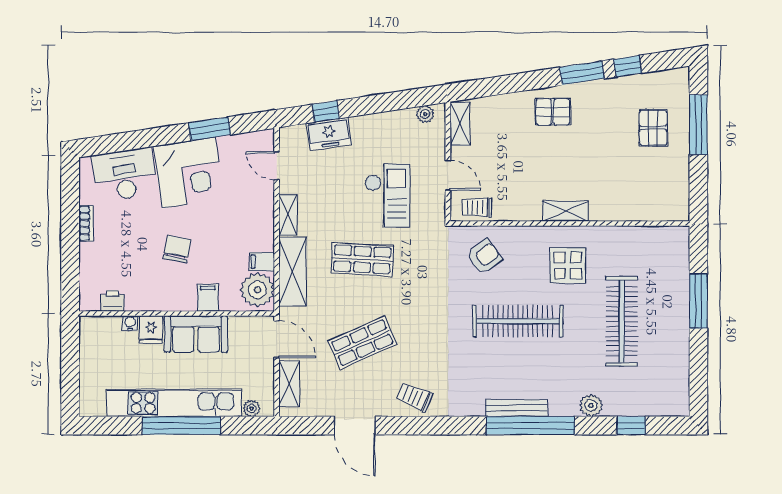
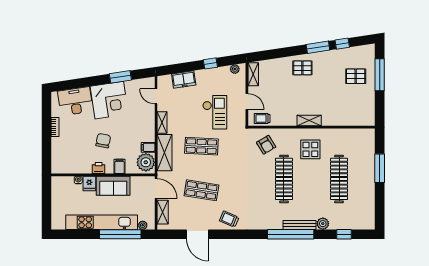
window: (326, 111) -> (210, 63), moved
pallet: (653, 128) -> (356, 76), turned 90
armchair: (484, 257) -> (266, 145), turned 96
printer: (112, 301) -> (99, 168), moved
clothes rail: (518, 321) -> (284, 179), turned 90
shop shelf: (362, 343) -> (201, 190), turned 33
bench: (517, 408) -> (299, 225), moved
window: (181, 426) -> (120, 234), moved

